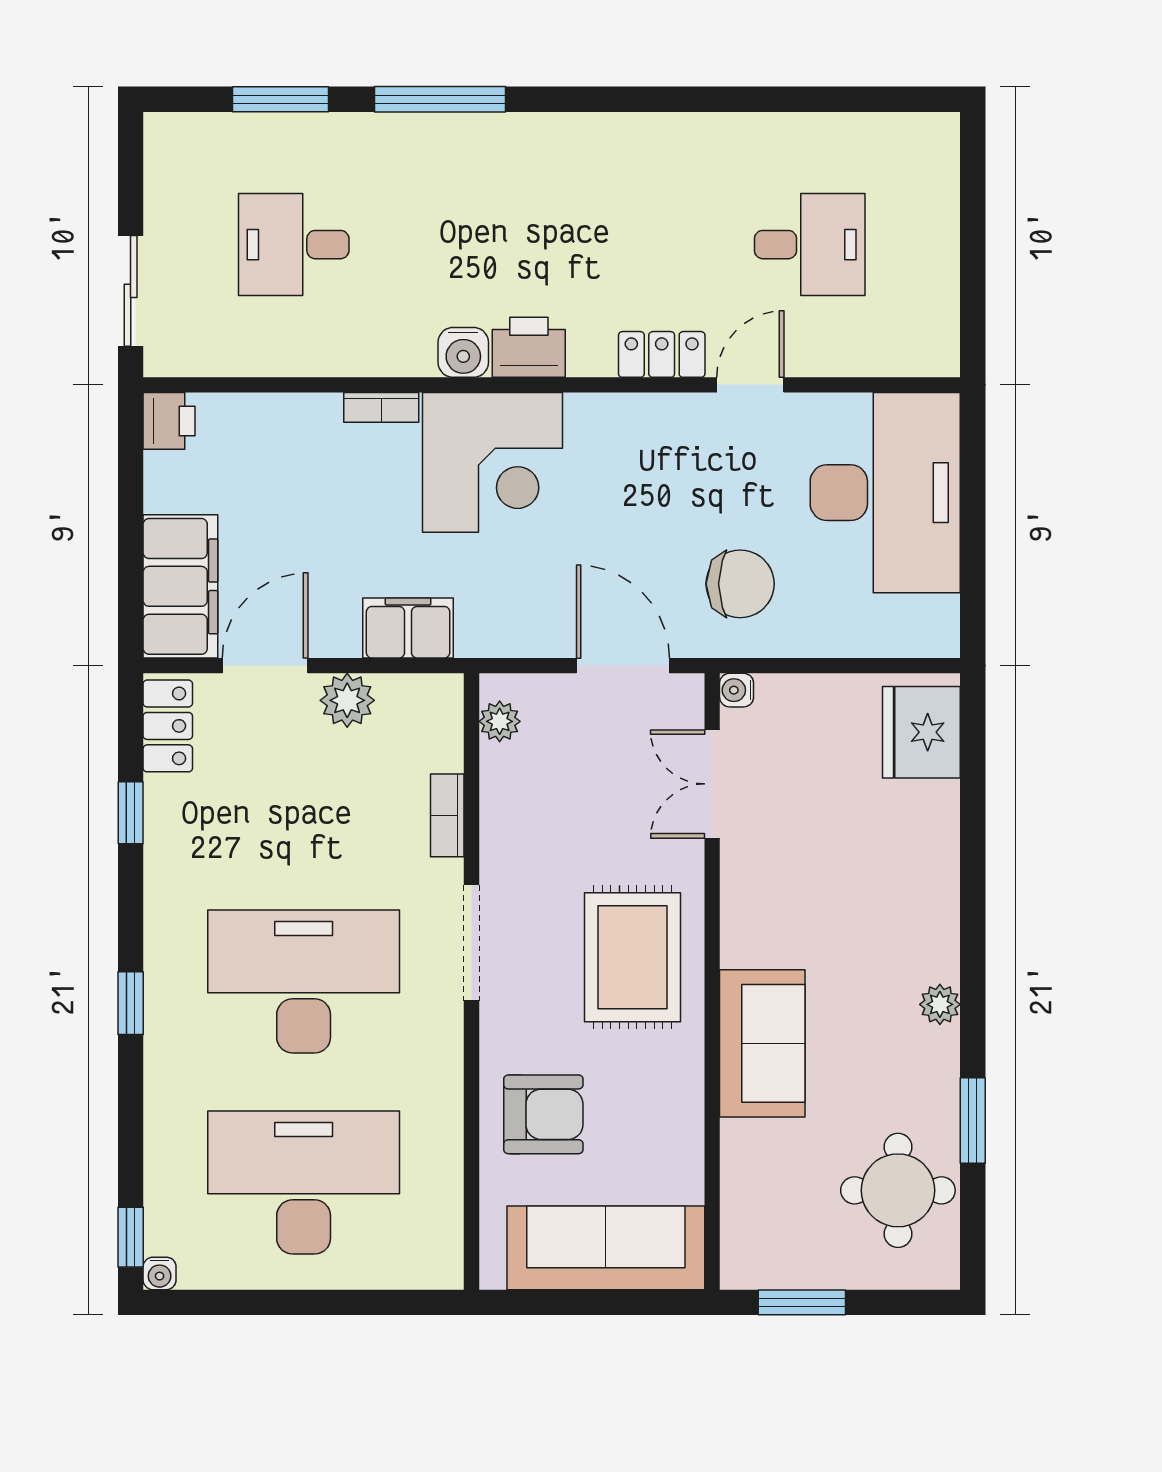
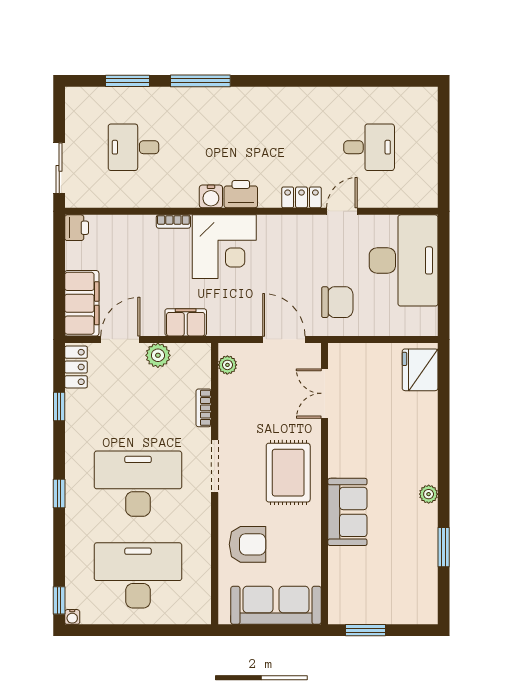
water cooler: (737, 690) -> (336, 351), removed
round table: (898, 1190) -> (409, 579), removed

